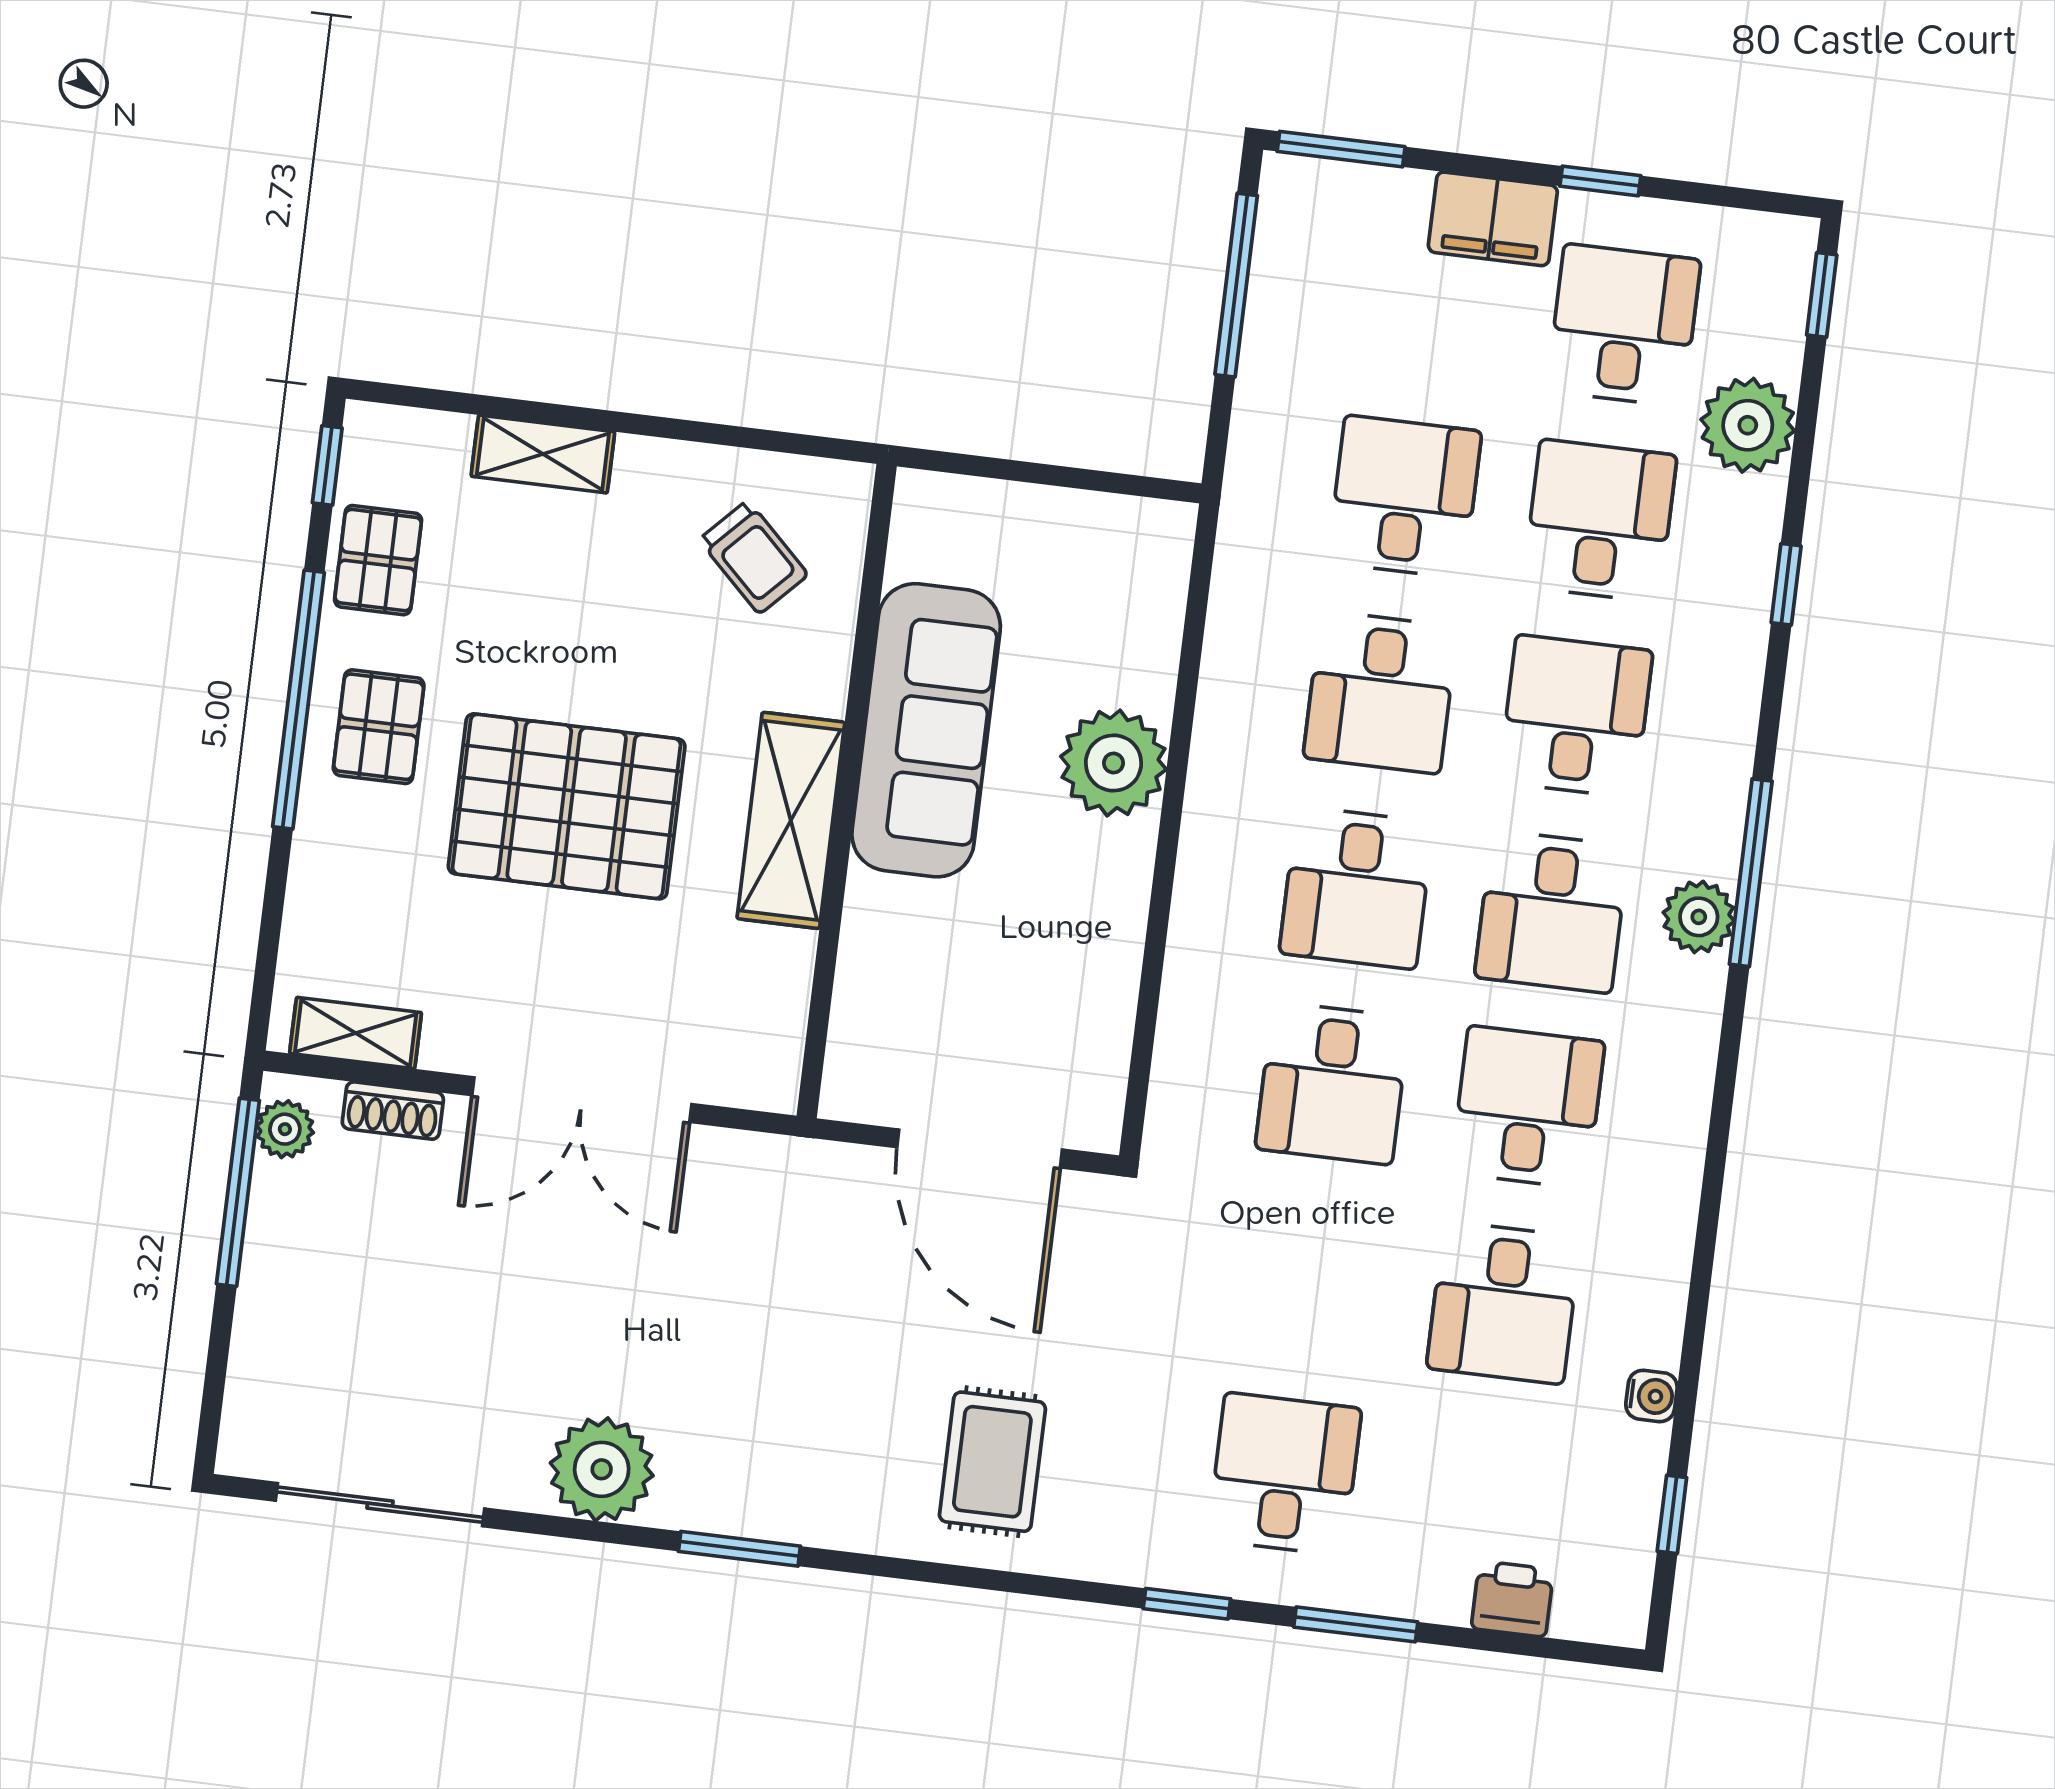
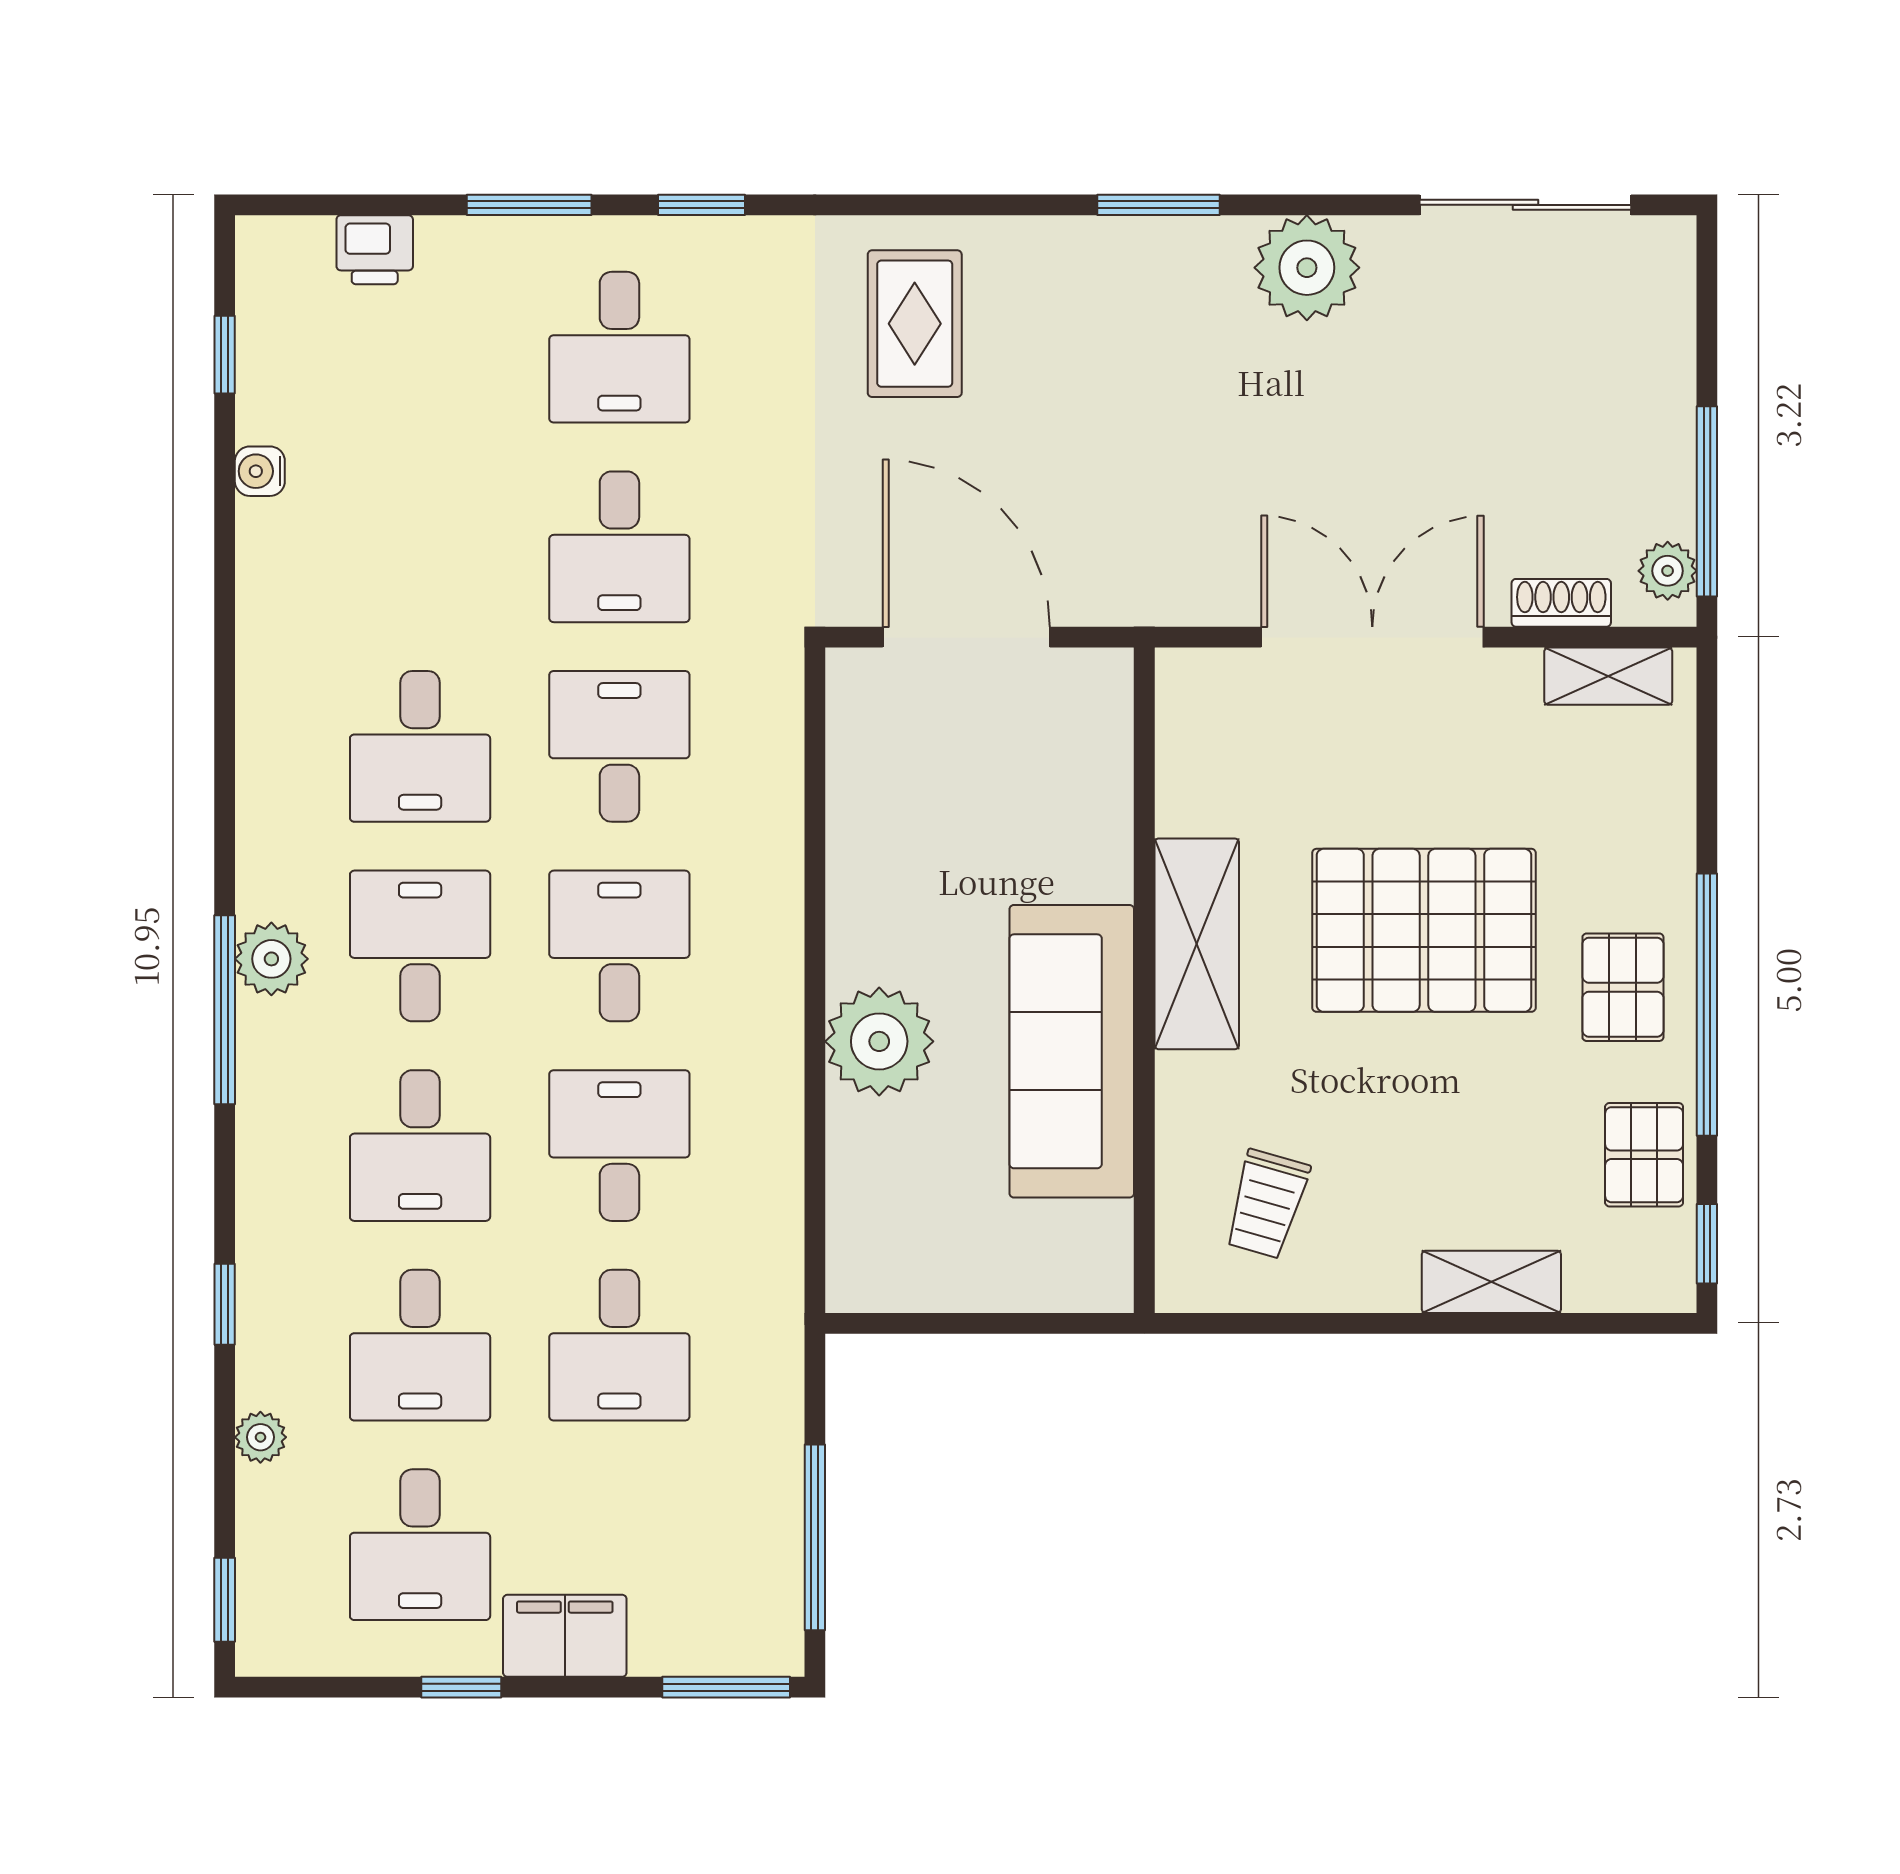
plant: (1748, 425) -> (260, 1437), width x0.53, depth x0.53
trolley: (754, 557) -> (1267, 1204), turned -118
desk: (1504, 1303) -> (619, 547), moved, turned 180

